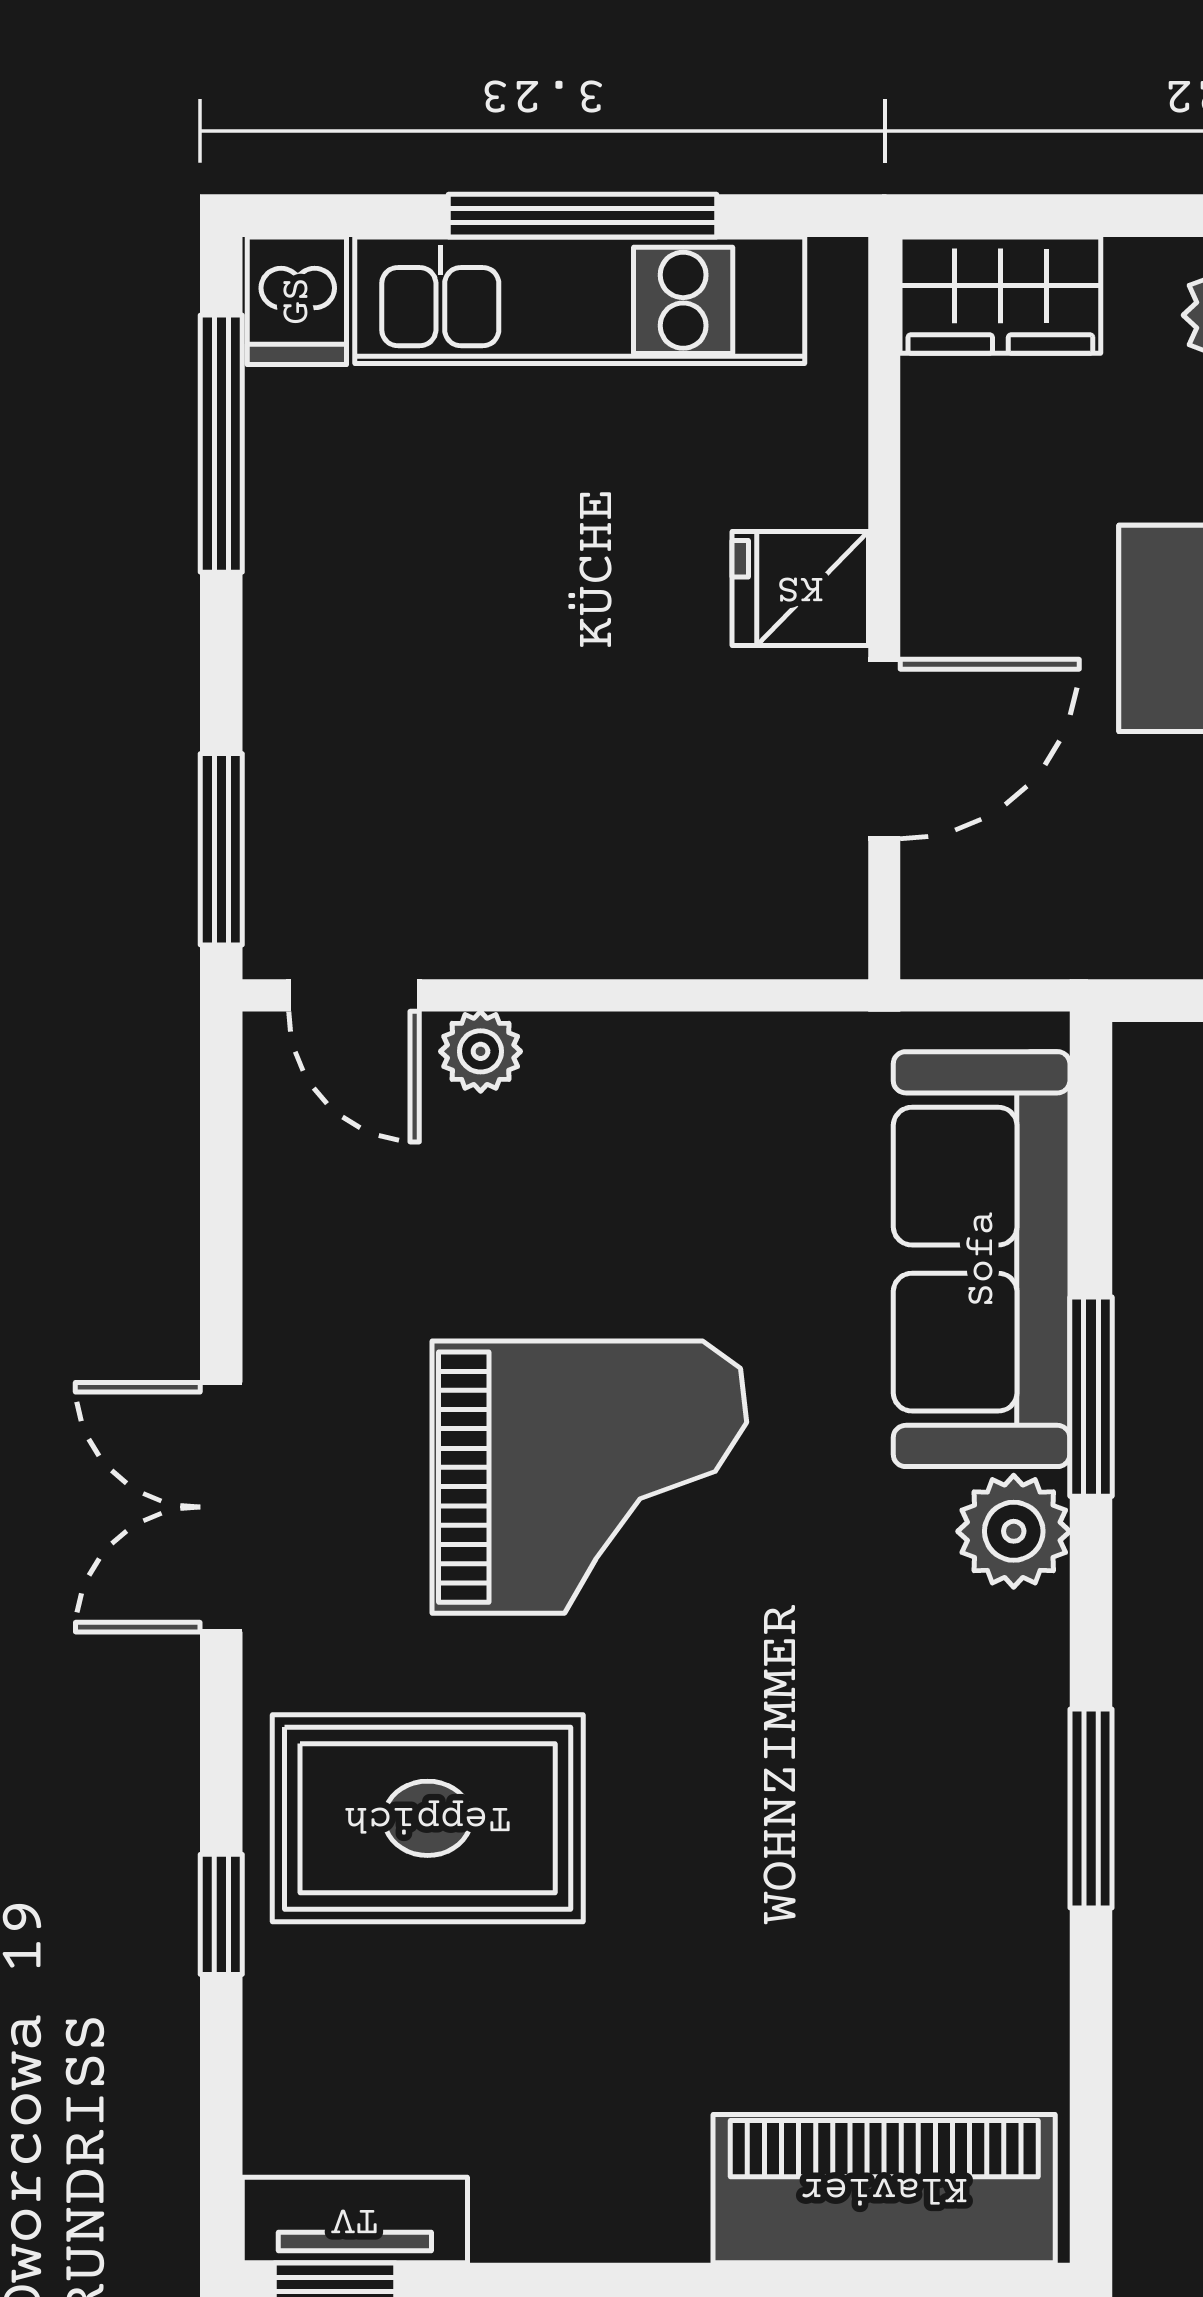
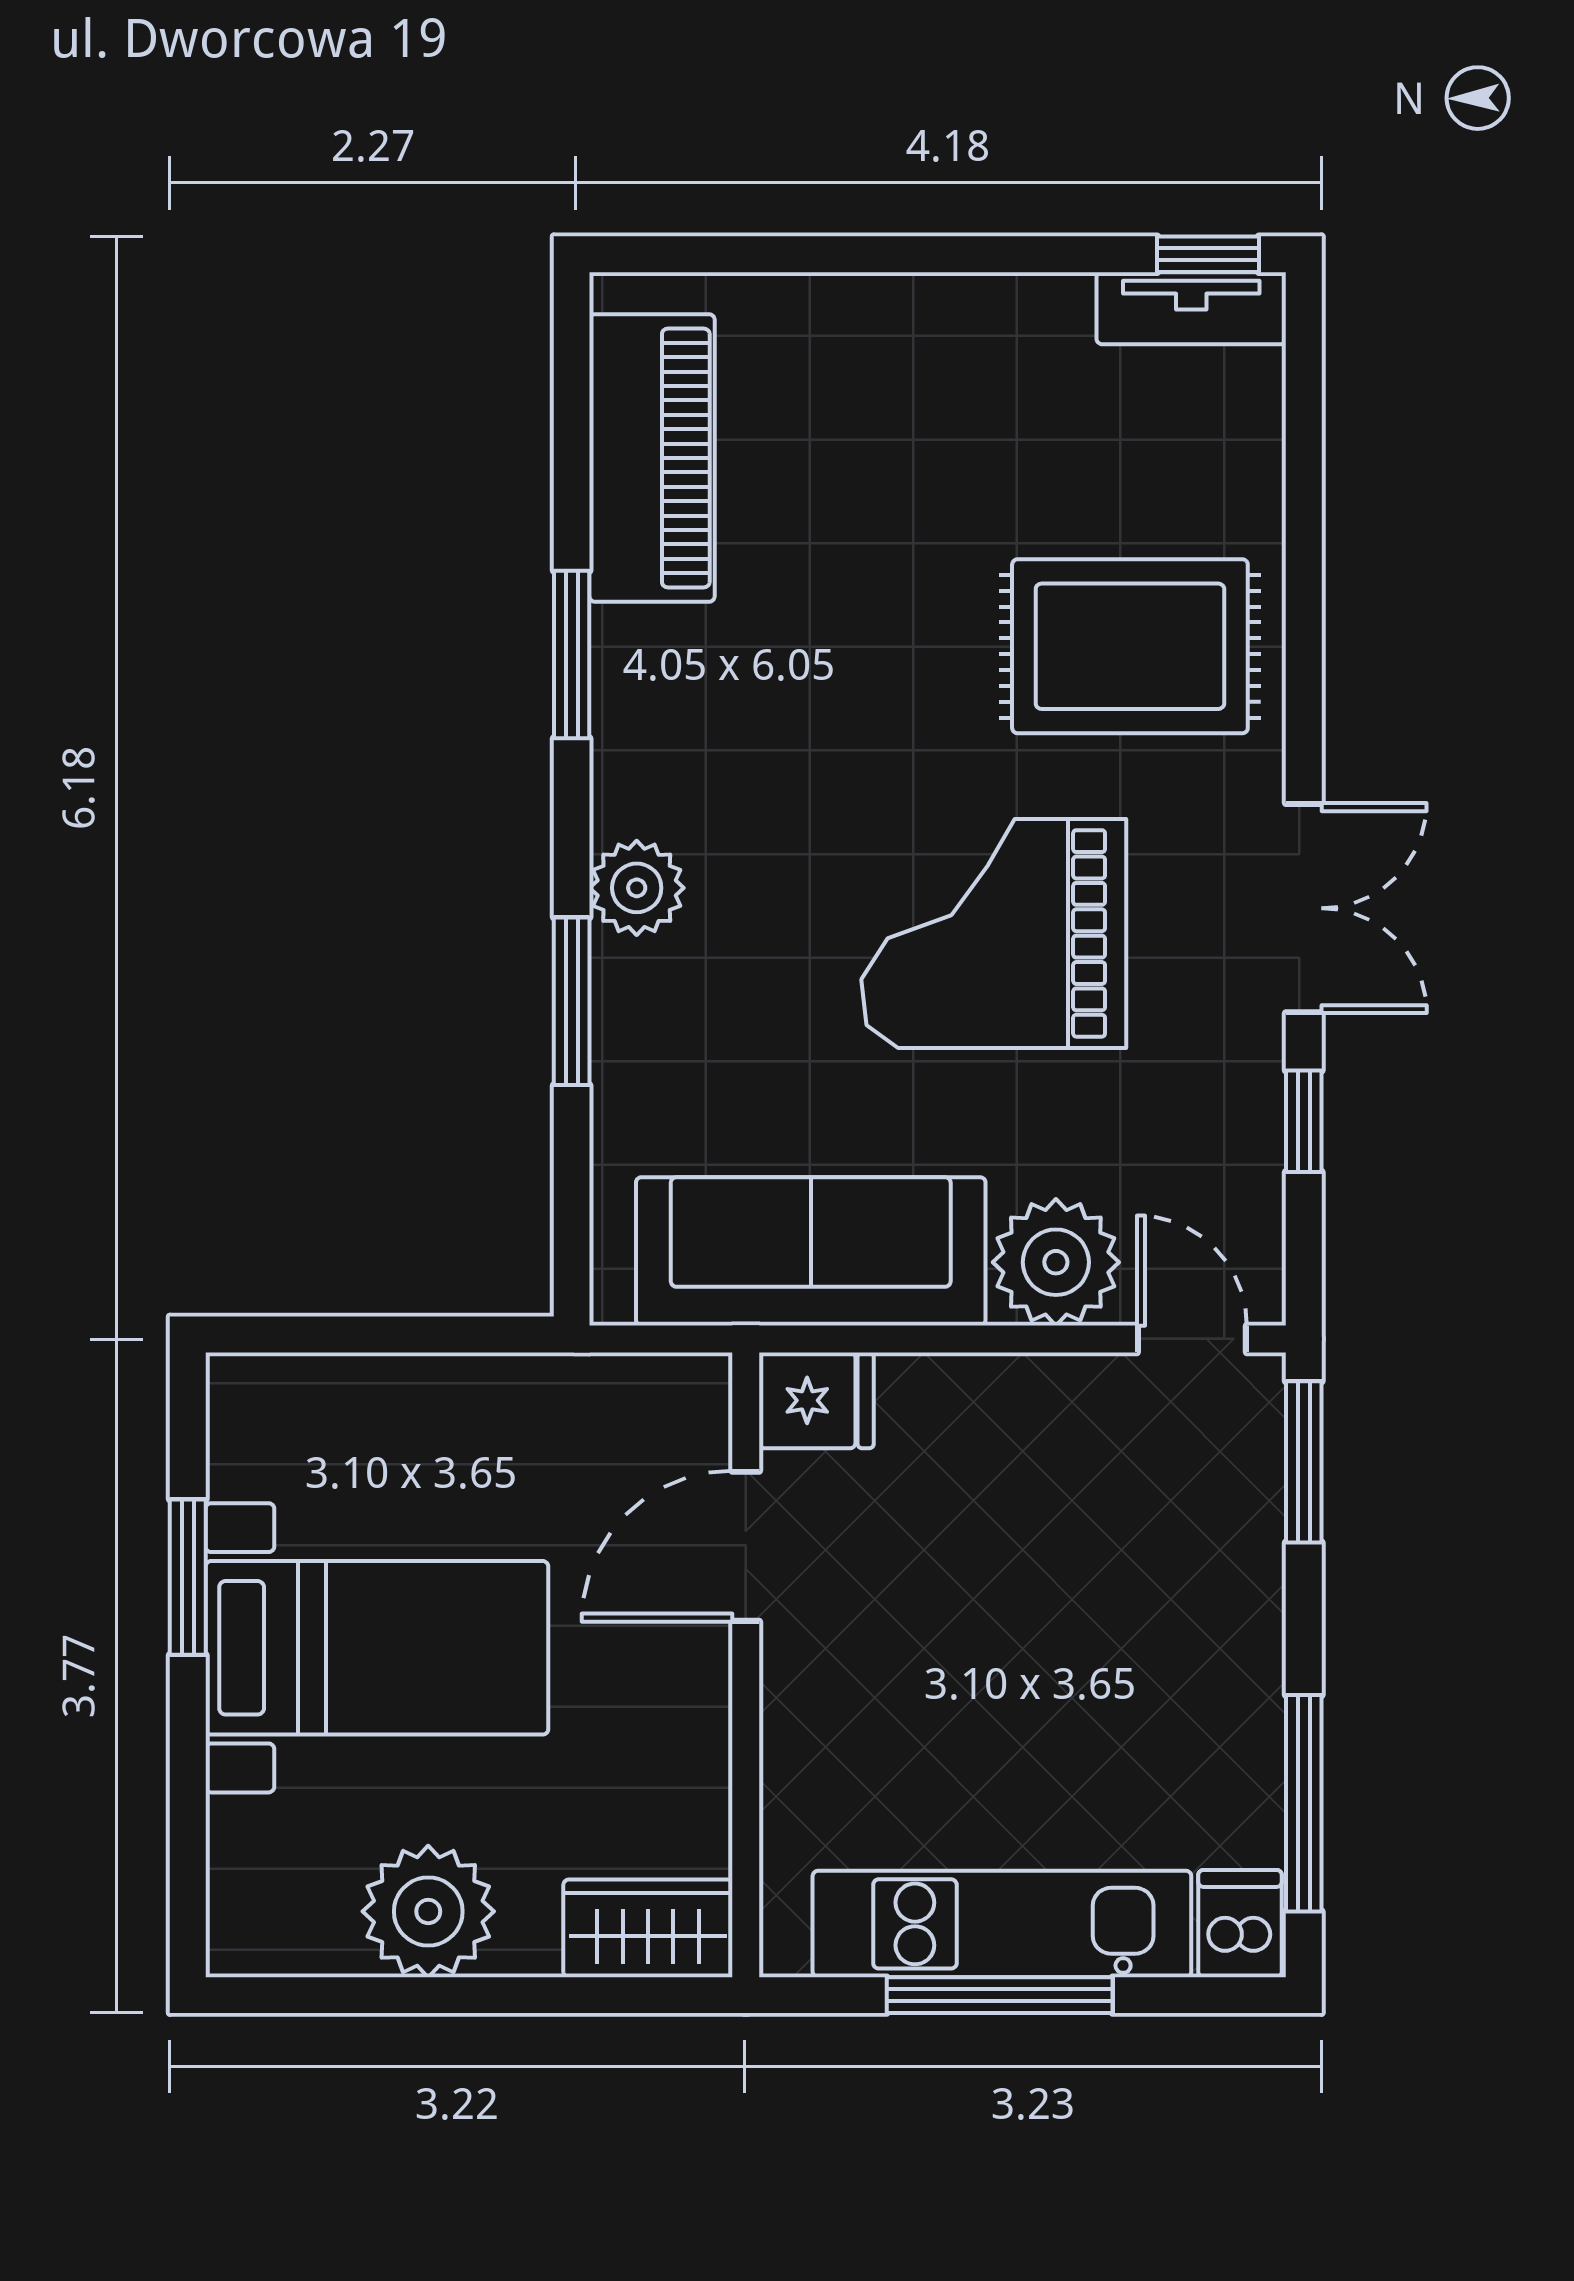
fridge: (800, 588) -> (816, 1400), moved
plant: (481, 1051) -> (1056, 1262), width x1.88, depth x1.88
sofa: (982, 1259) -> (811, 1251), moved, turned -90
window: (221, 1914) -> (1304, 1121), moved
piano: (884, 2189) -> (652, 458), moved, turned -90

